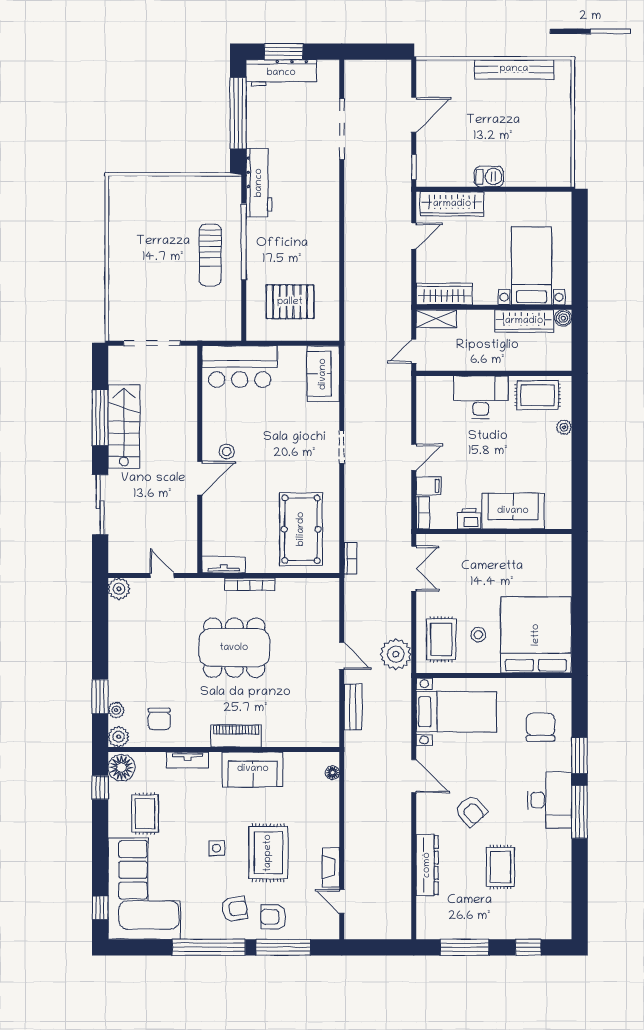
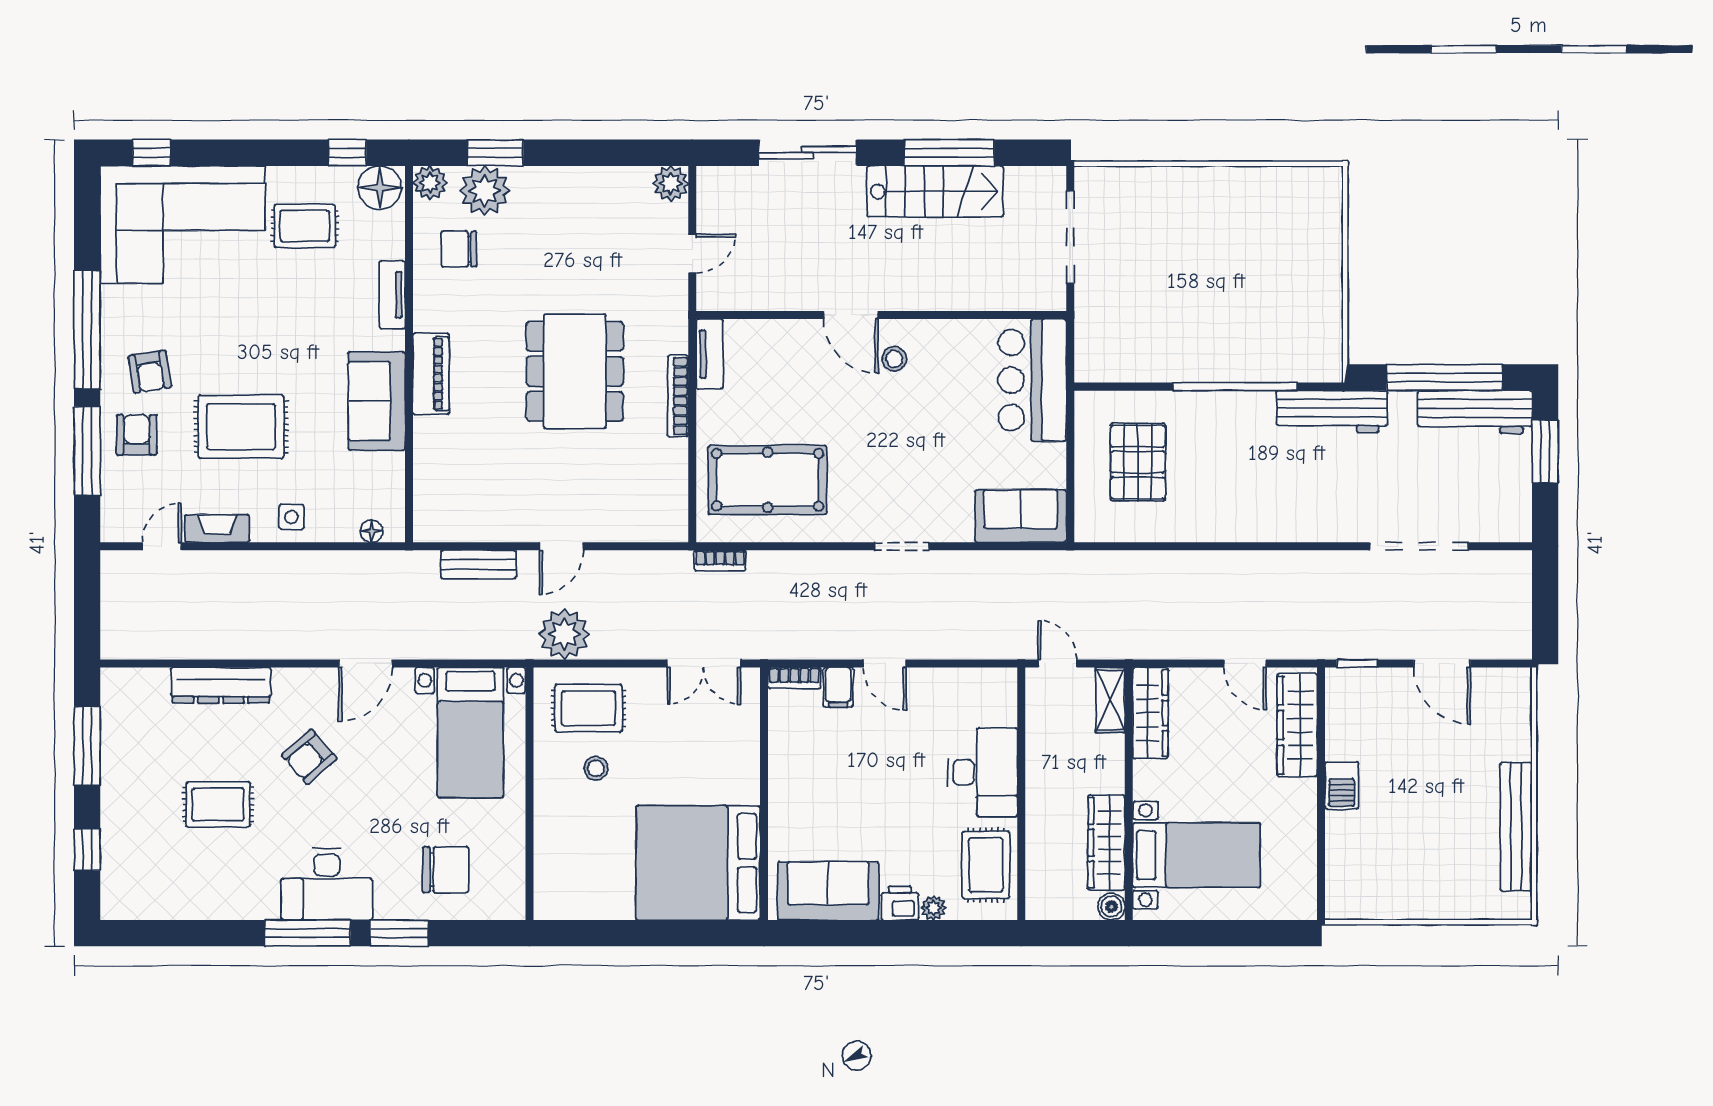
workbench: (281, 73) -> (1475, 412), moved, turned -90
sun lounger: (210, 255) -> (1214, 332), removed
sofa: (513, 511) -> (828, 891), moved, turned -90
printer: (469, 519) -> (900, 903), moved, turned -90
bed: (536, 635) -> (698, 863), moved, turned 180
plant: (116, 710) -> (485, 191), width x1.88, depth x1.88
side table: (217, 848) -> (291, 517), moved

